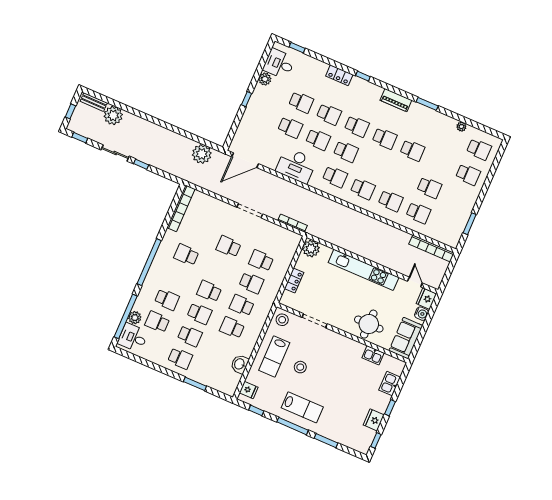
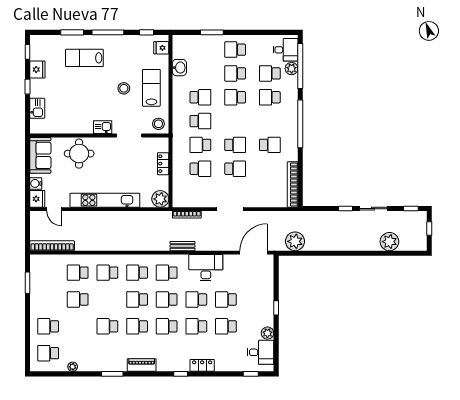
bench: (94, 102) -> (182, 246), moved
school desk: (374, 164) -> (137, 299), added
school desk: (209, 291) -> (235, 145), moved
school desk: (157, 322) -> (270, 73), turned 180
kitchen sink: (373, 355) -> (103, 127), moved
lab bench: (302, 407) -> (84, 58), moved

